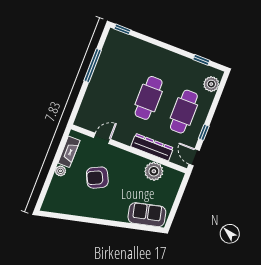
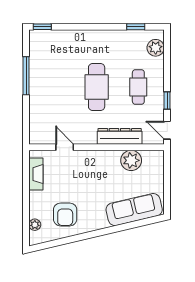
cafe table: (184, 112) -> (138, 87), width x0.73, depth x0.74
door: (102, 138) -> (65, 147), hinge flipped
plant: (60, 171) -> (35, 225), moved
armchair: (97, 178) -> (65, 214), moved, turned -64
sofa: (147, 215) -> (134, 210), width x1.36

